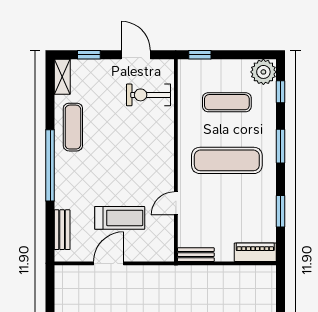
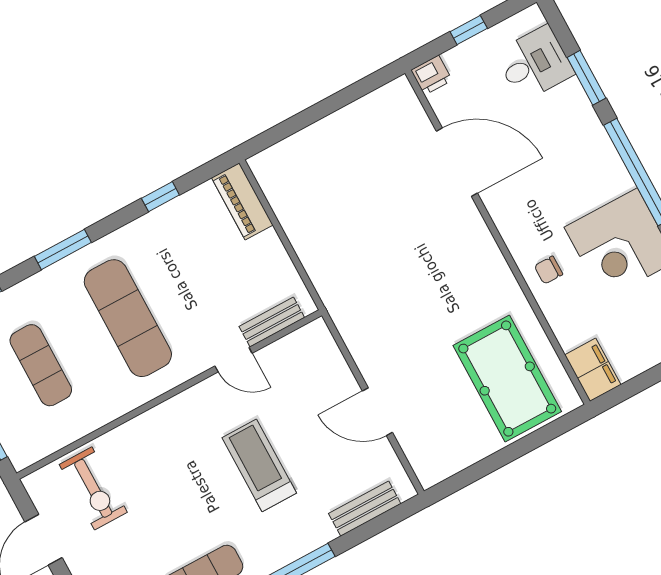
window: (281, 211) -> (160, 197), width x0.67
treadmill: (120, 218) -> (259, 465), moved
bench: (196, 255) -> (272, 322), moved, turned 90

